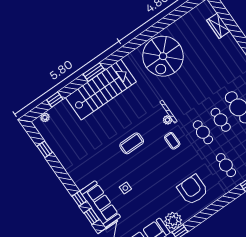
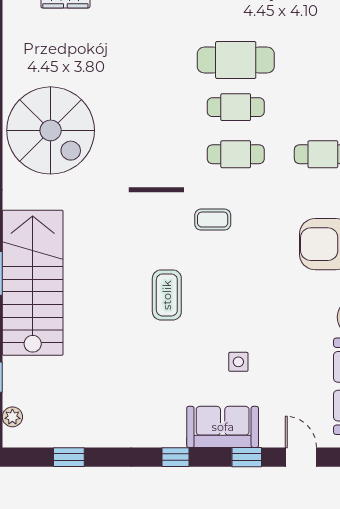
plant: (167, 120) -> (170, 202), removed
window: (79, 199) -> (175, 457), moved
sofa: (100, 204) -> (223, 427), width x0.73

